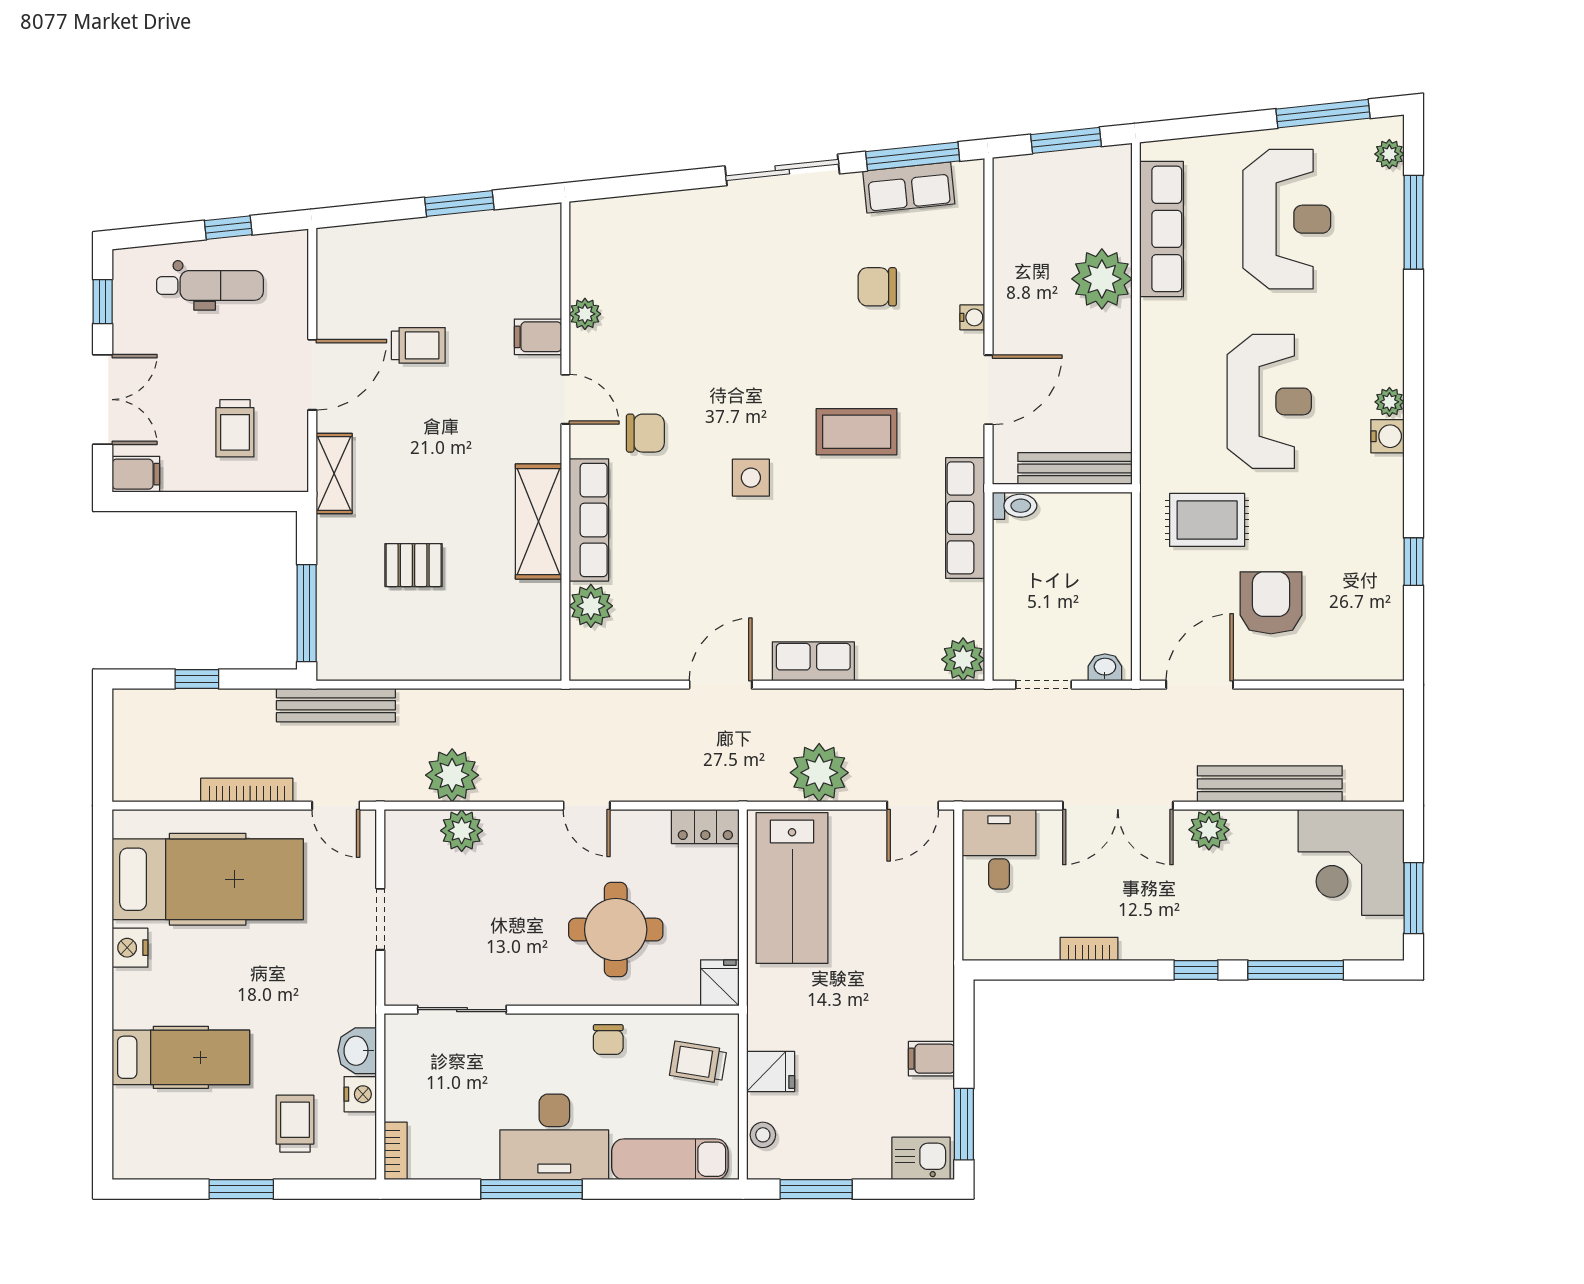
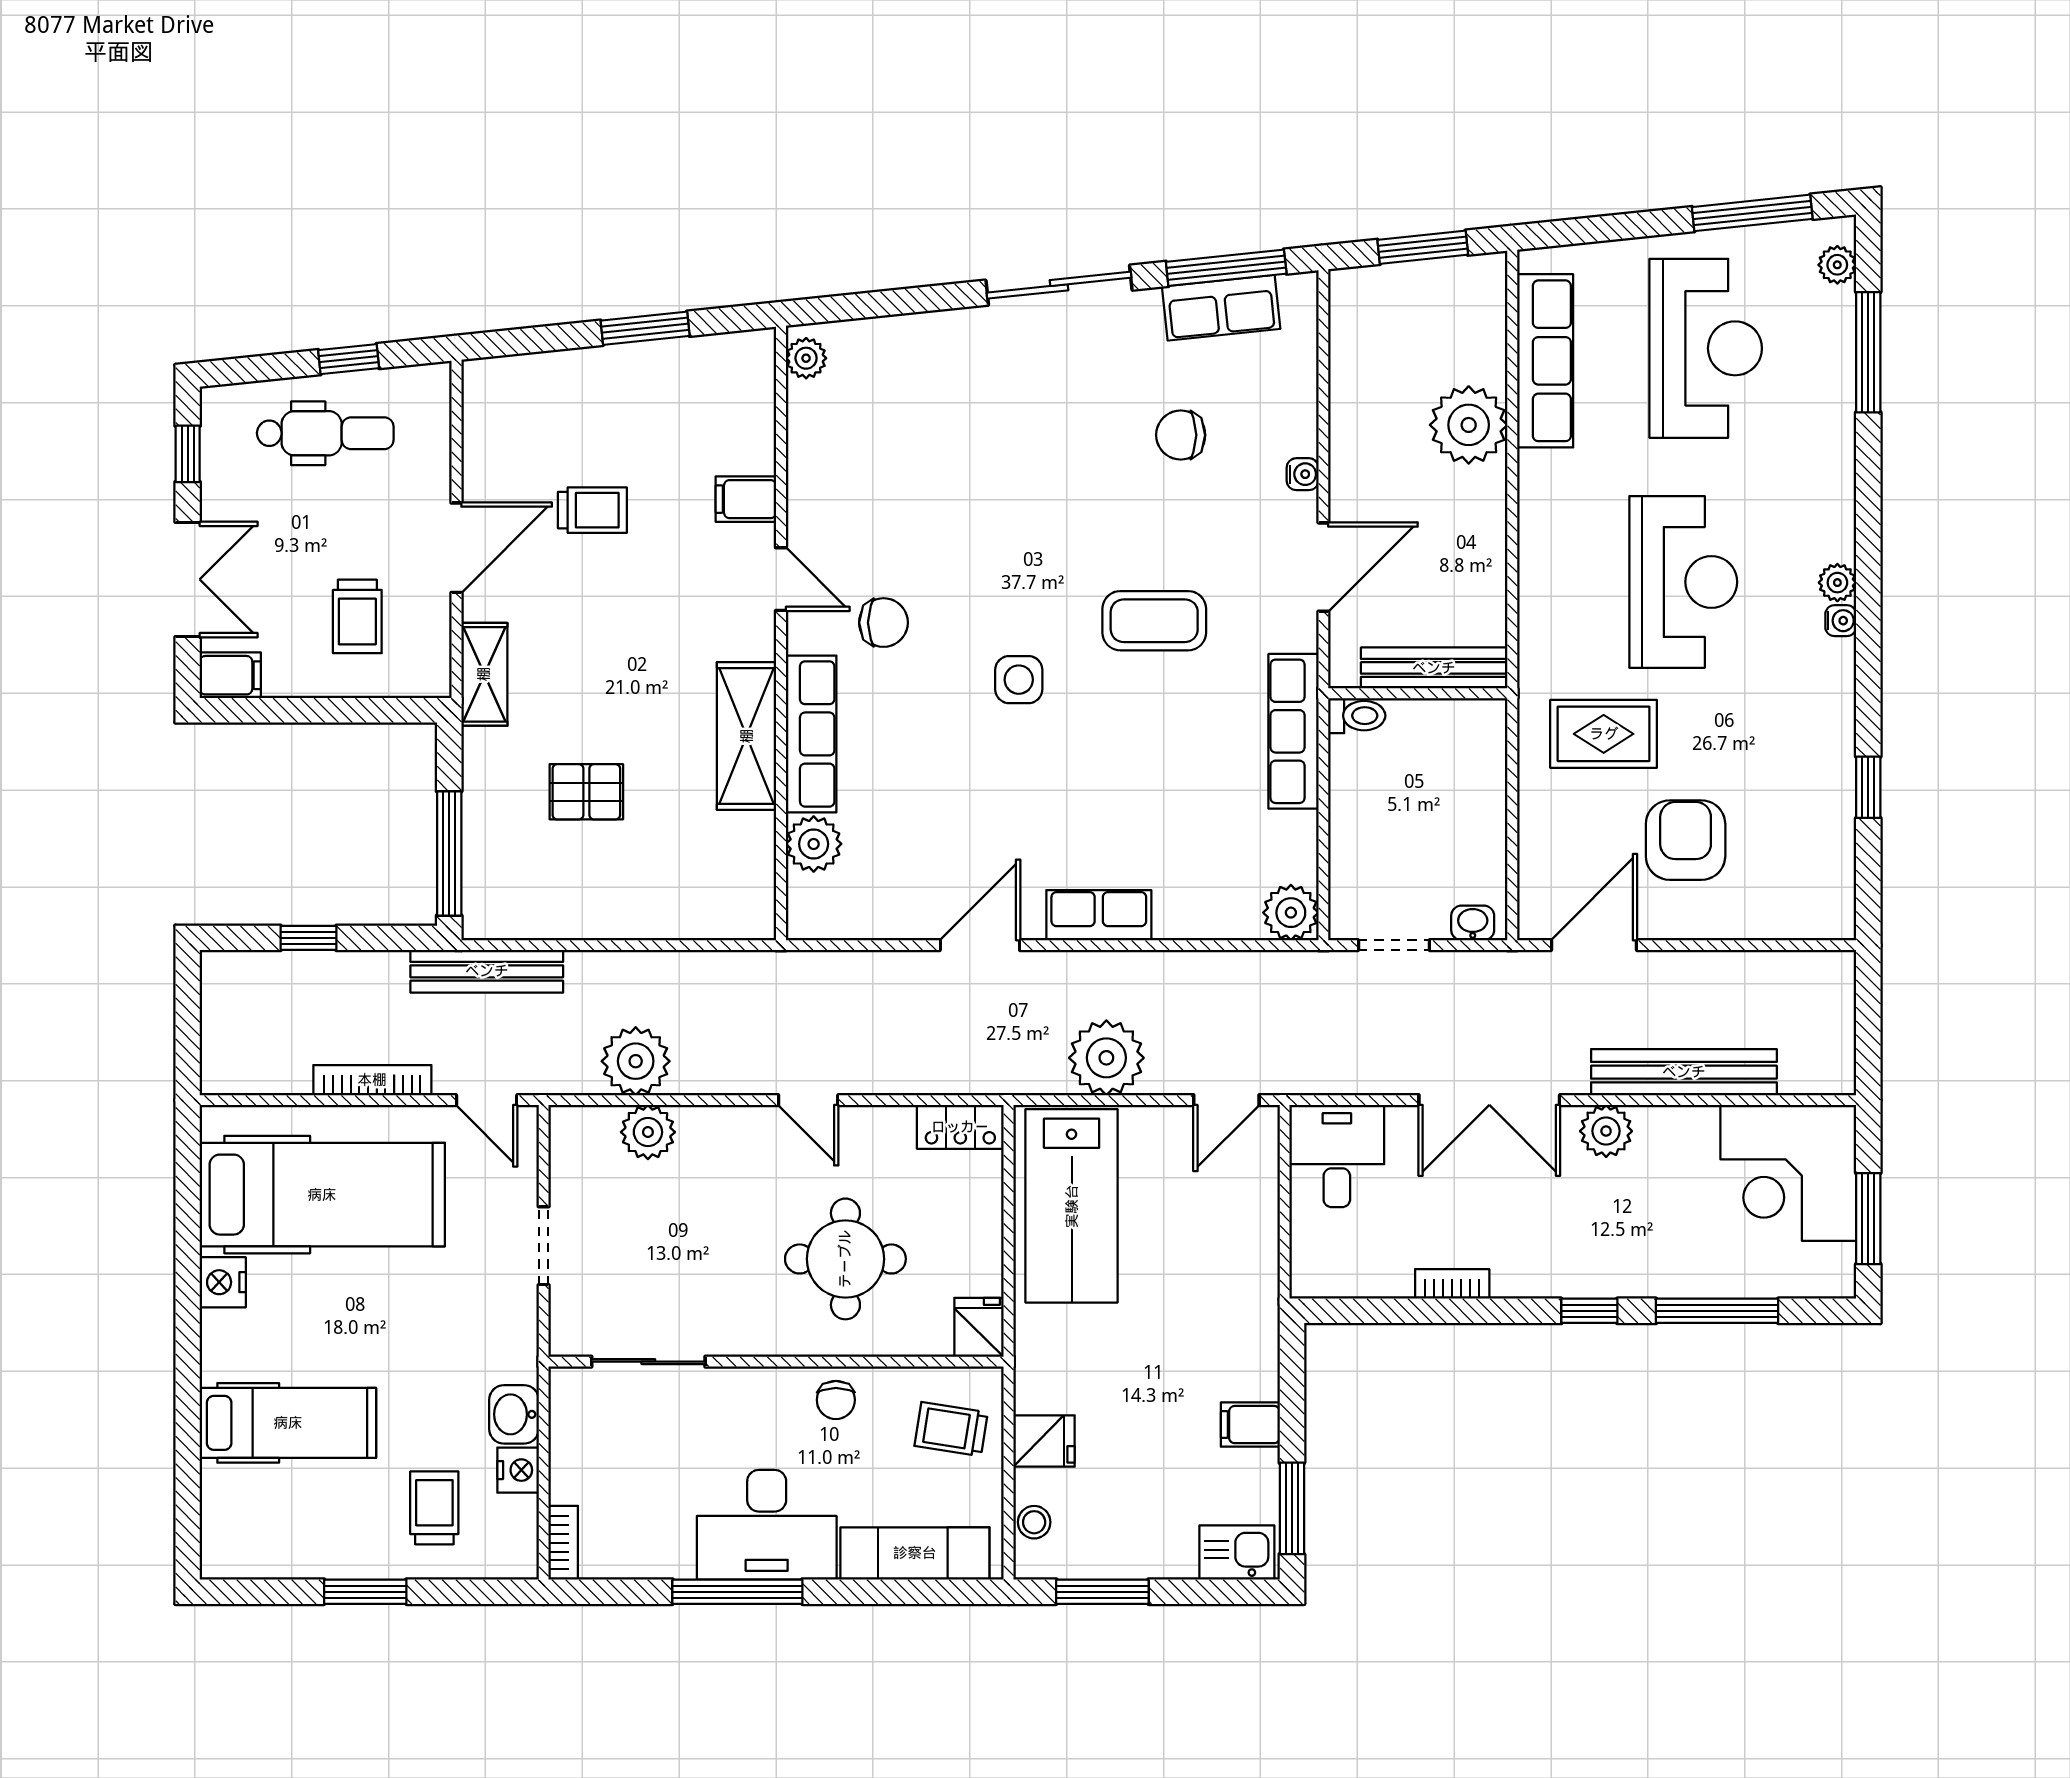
plant: (585, 314) -> (806, 358), moved
water cooler: (1387, 436) -> (1841, 621), width x0.72, depth x0.72

